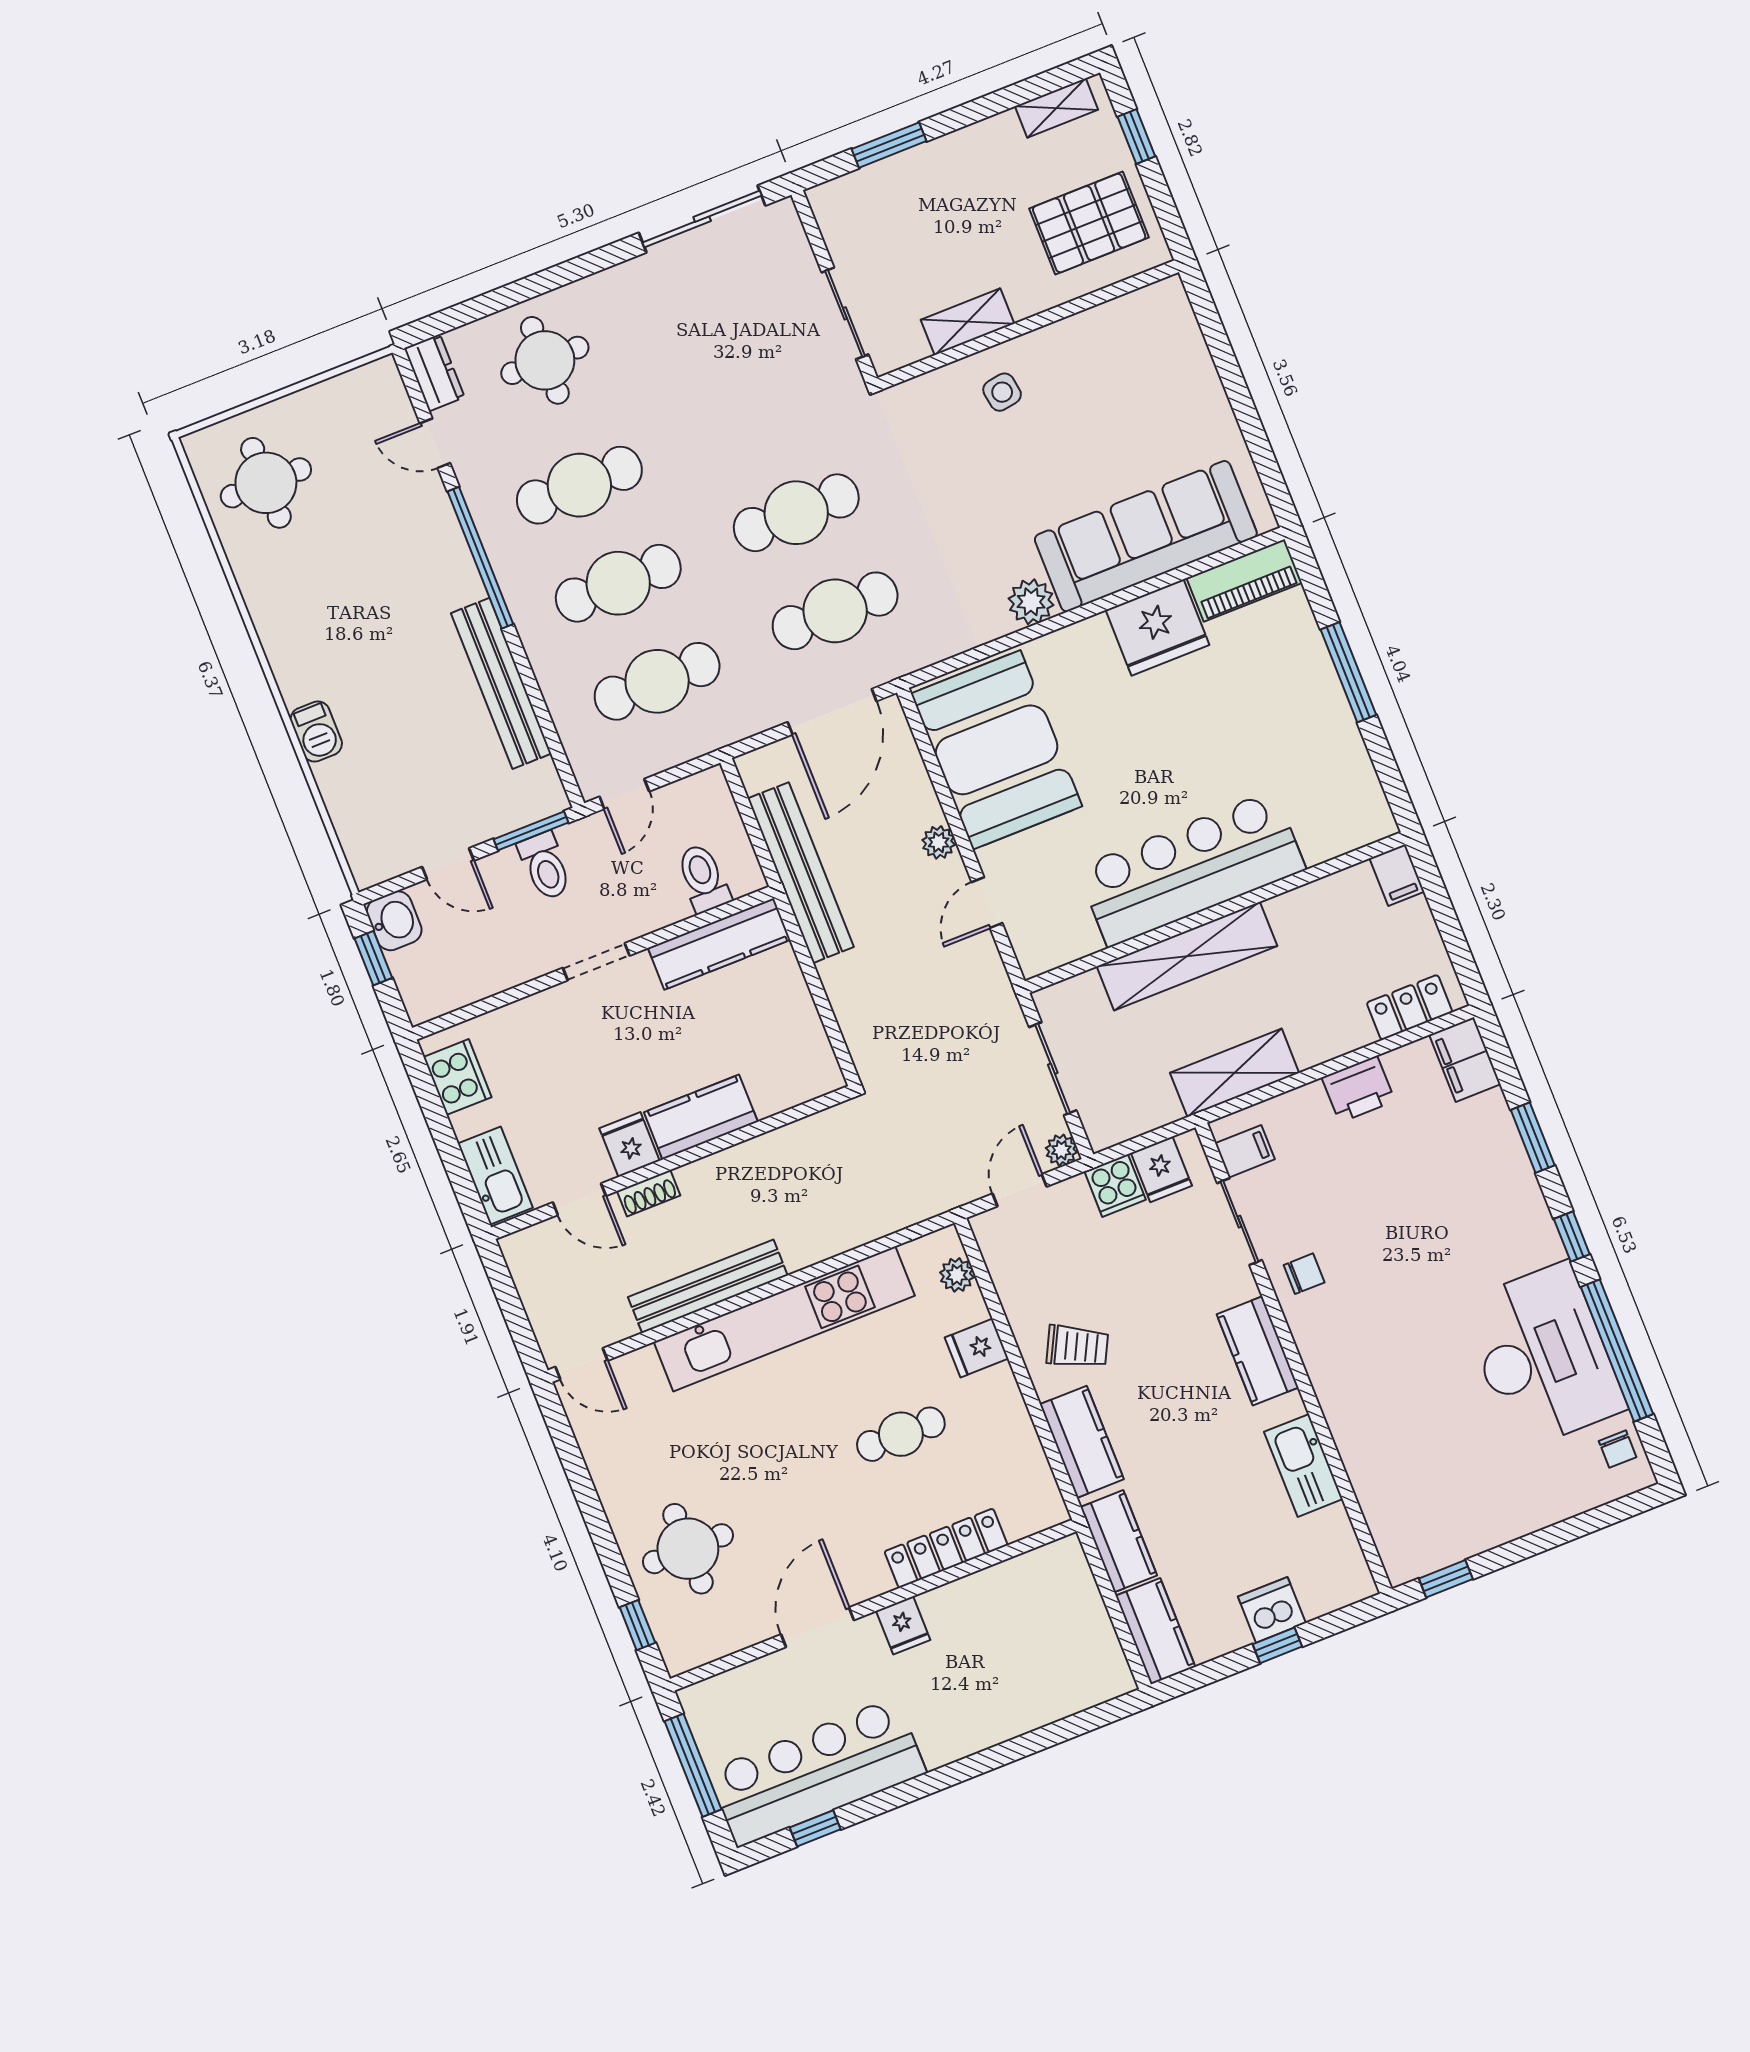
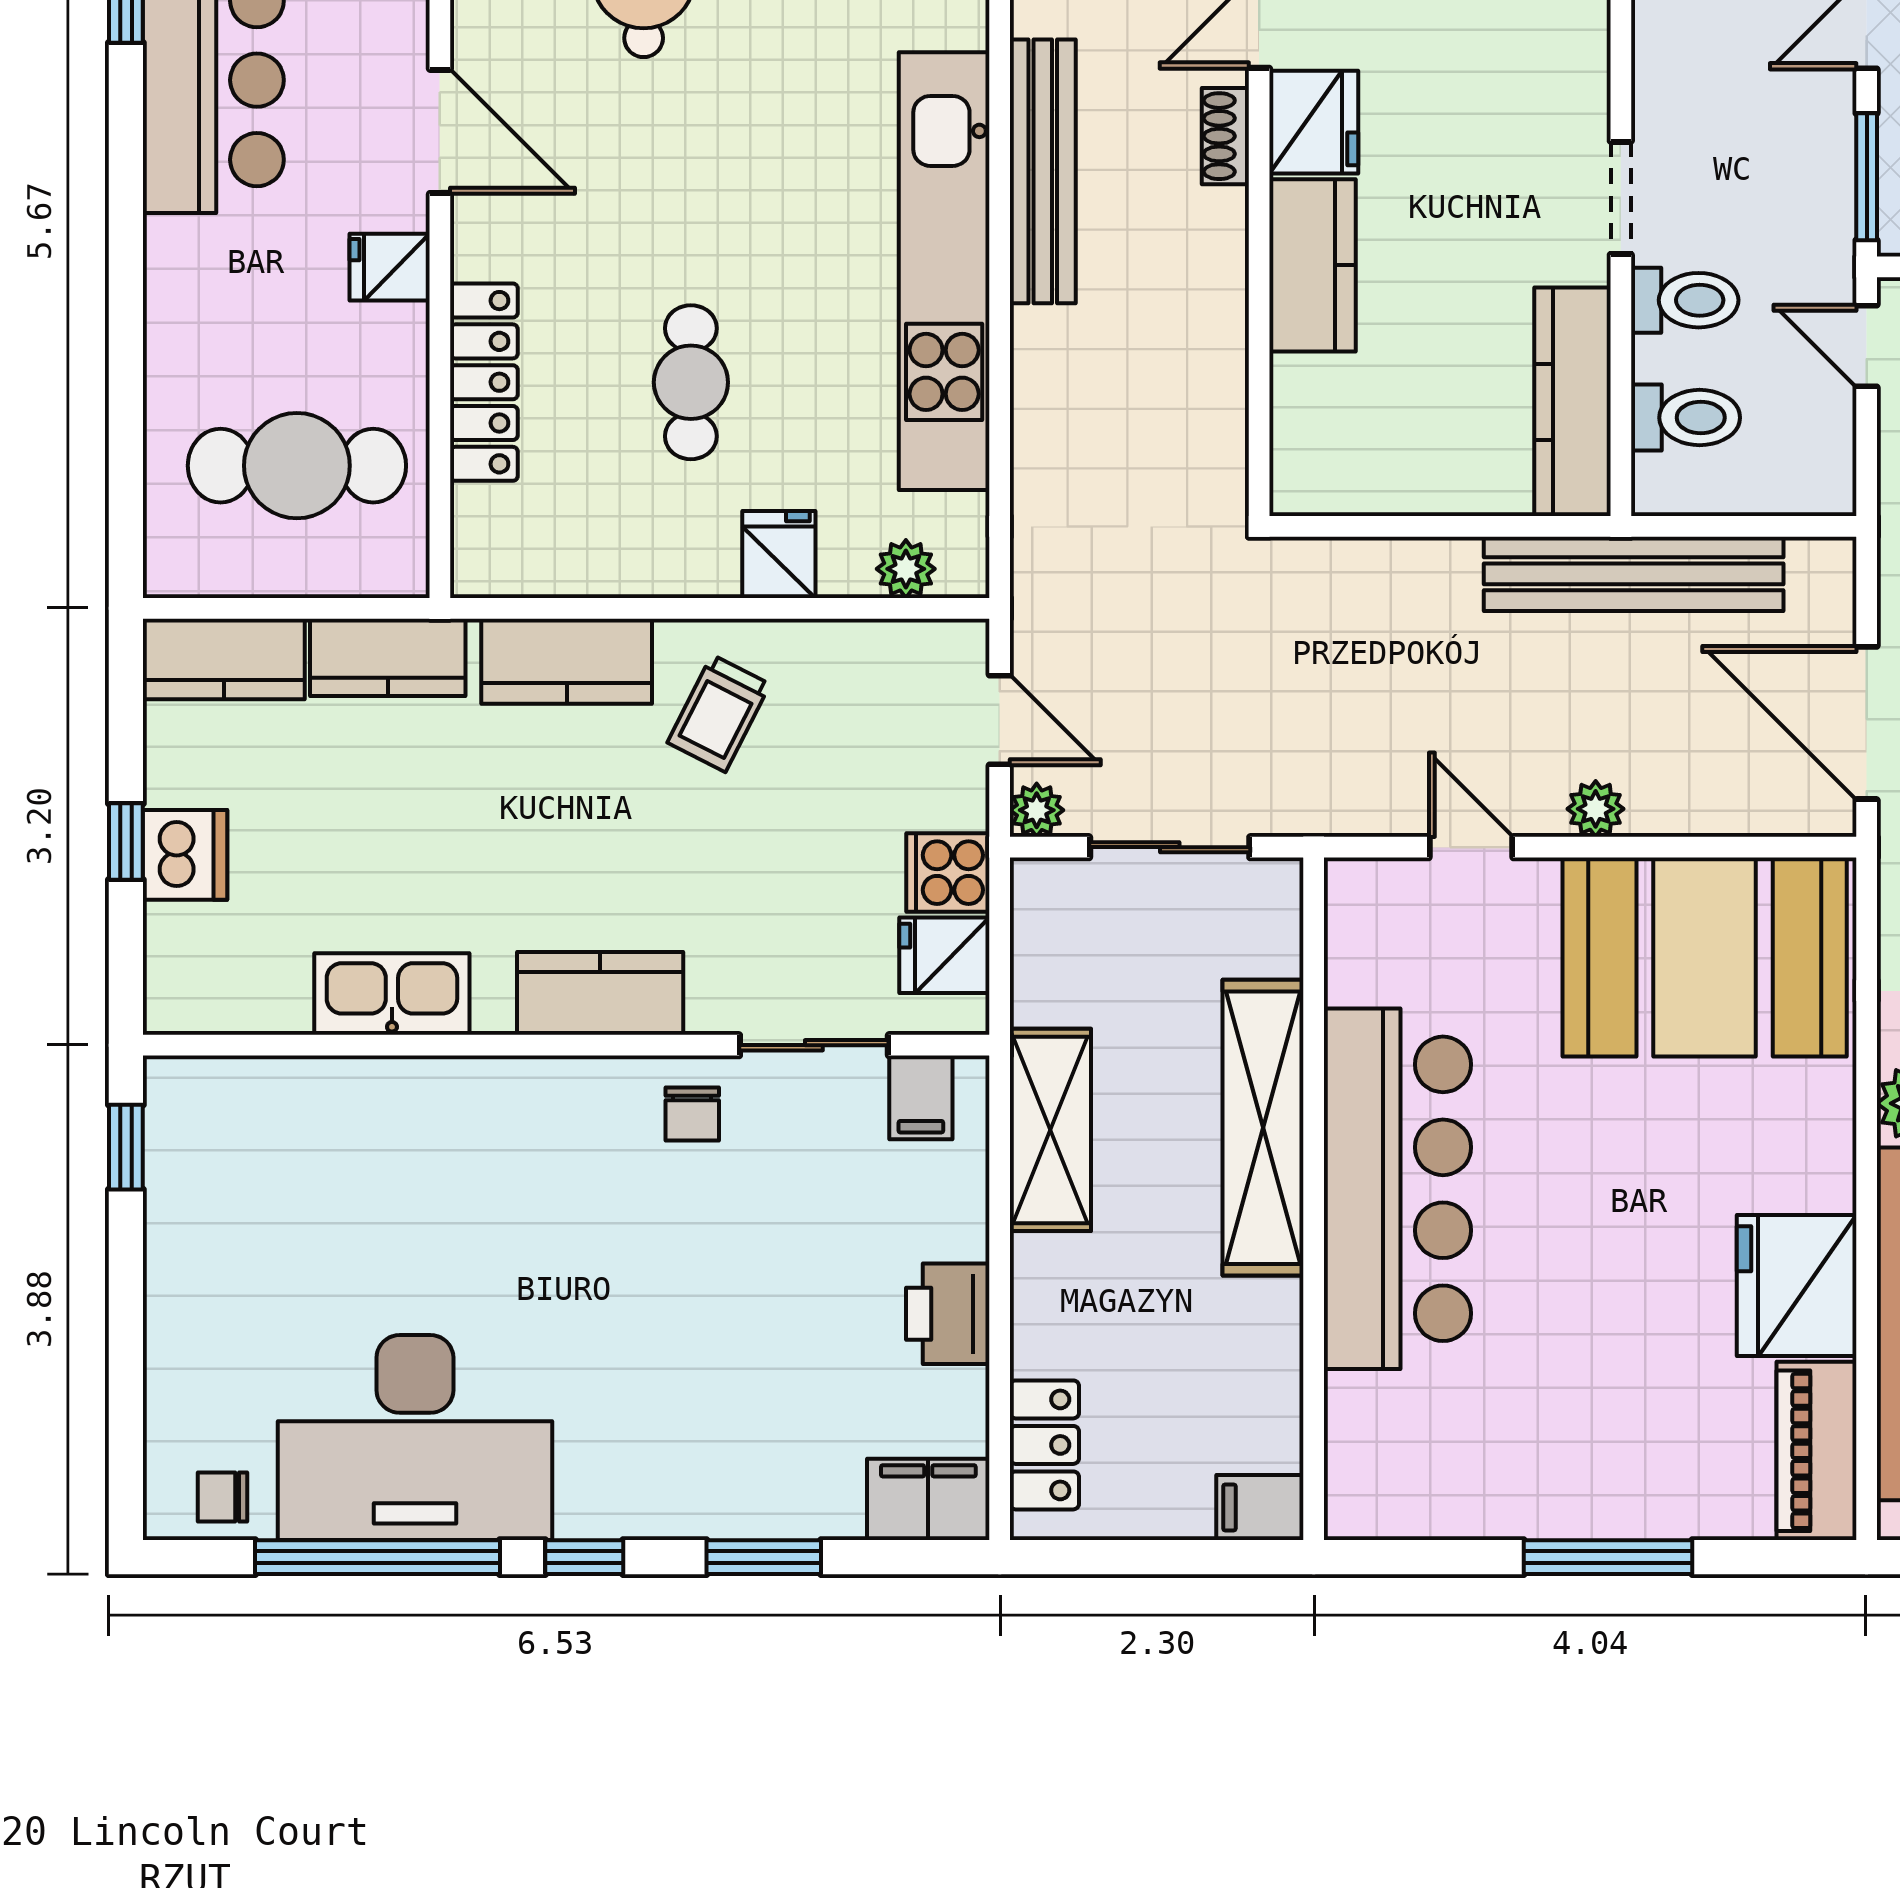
toilet: (545, 866) -> (1685, 300), moved, turned 180
fridge: (629, 1144) -> (1314, 122), width x1.38
cafe table: (1033, 1633) -> (297, 466), added

